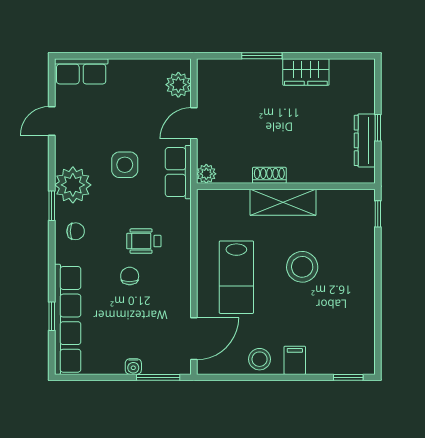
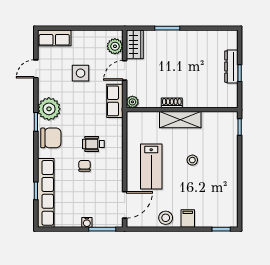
wardrobe: (306, 72) -> (135, 44), moved, turned -90
dresser: (365, 140) -> (231, 67), moved
side table: (125, 165) -> (81, 73), moved
chair: (76, 231) -> (51, 138), width x1.87, depth x1.87
stool: (302, 267) -> (192, 160), width x0.53, depth x0.53

